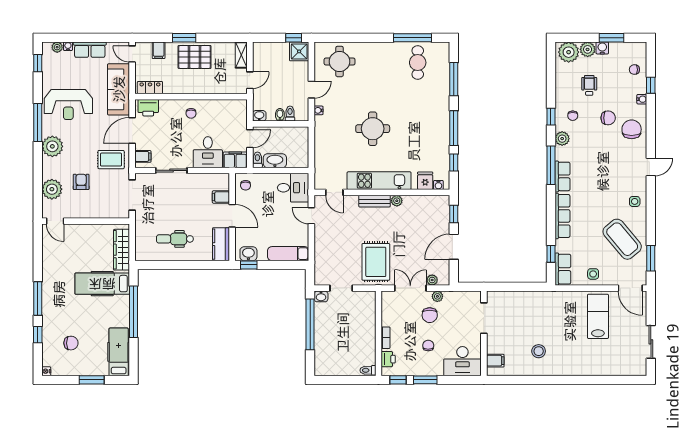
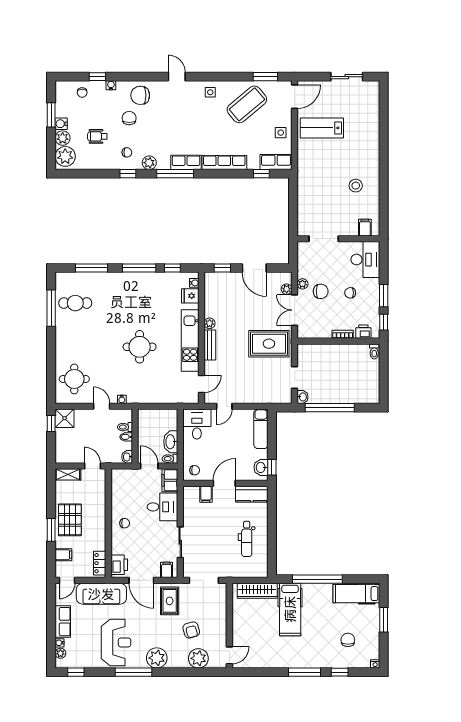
armchair: (81, 182) -> (191, 630), turned -105

